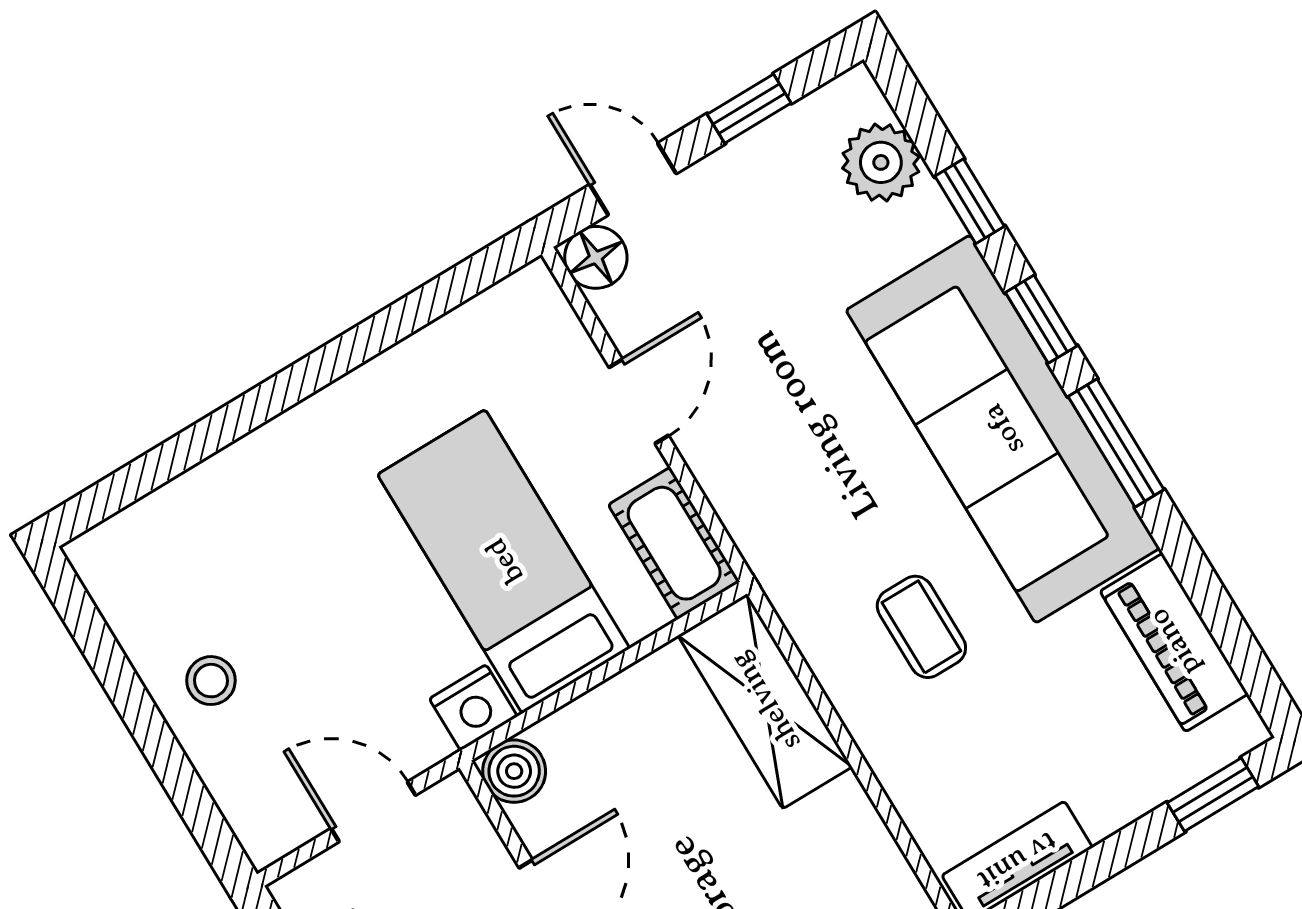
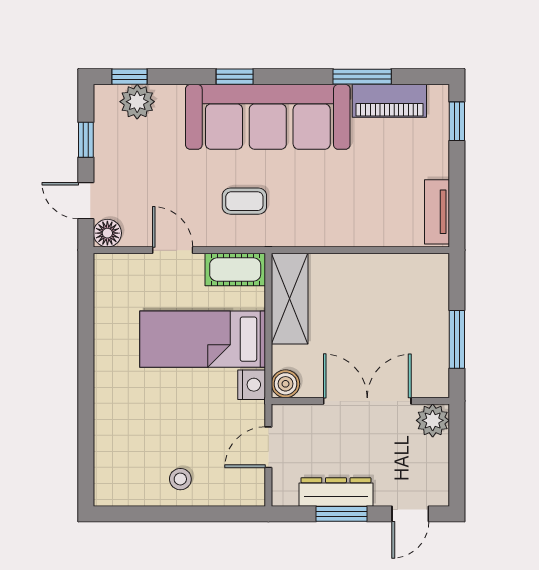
door: (633, 179) -> (86, 201), hinge flipped
window: (970, 201) -> (129, 77), moved
window: (1116, 443) -> (362, 77), moved
coffee table: (921, 627) -> (244, 201), moved
shelving: (765, 701) -> (290, 299), moved, turned 90

